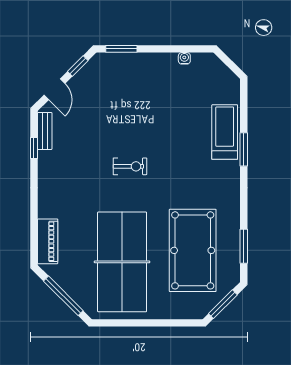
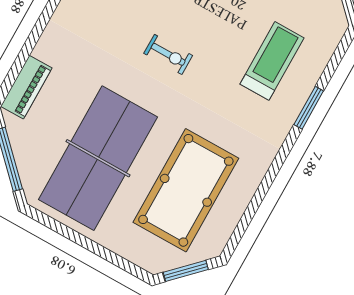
treadmill: (225, 132) -> (272, 61), moved
window: (244, 246) -> (247, 218), removed

